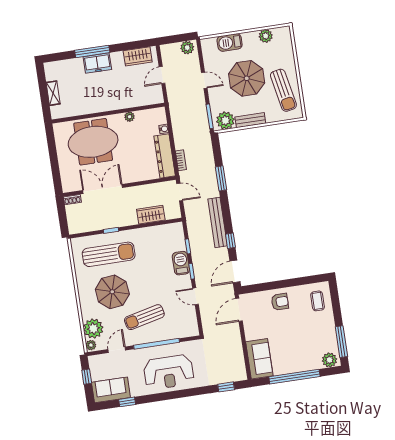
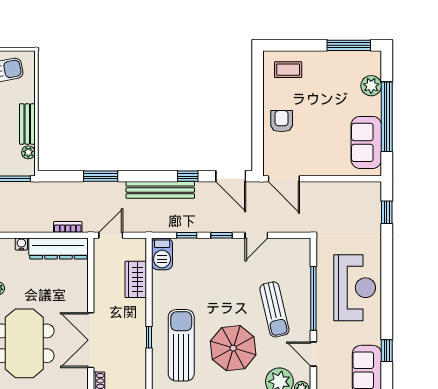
plant: (225, 120) -> (28, 152), width x0.53, depth x0.53
barbecue: (181, 263) -> (162, 254), moved, turned -90
sofa: (259, 359) -> (366, 142), moved, turned -90
plant: (329, 360) -> (371, 86), moved

